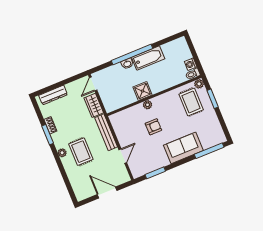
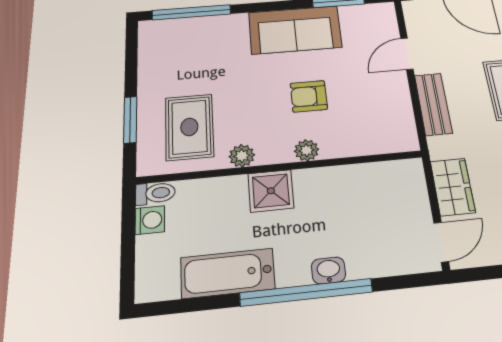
bathtub: (148, 58) -> (228, 273), moved
plant: (199, 84) -> (242, 156), moved
shower: (143, 91) -> (271, 191), moved
bench: (106, 132) -> (433, 104), width x0.73
sofa: (183, 148) -> (295, 30), moved

